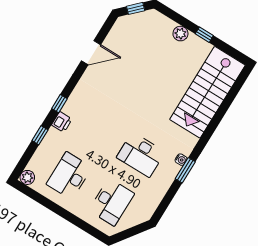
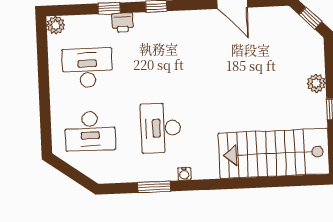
printer: (62, 122) -> (123, 22), moved
window: (185, 170) -> (154, 187), moved

